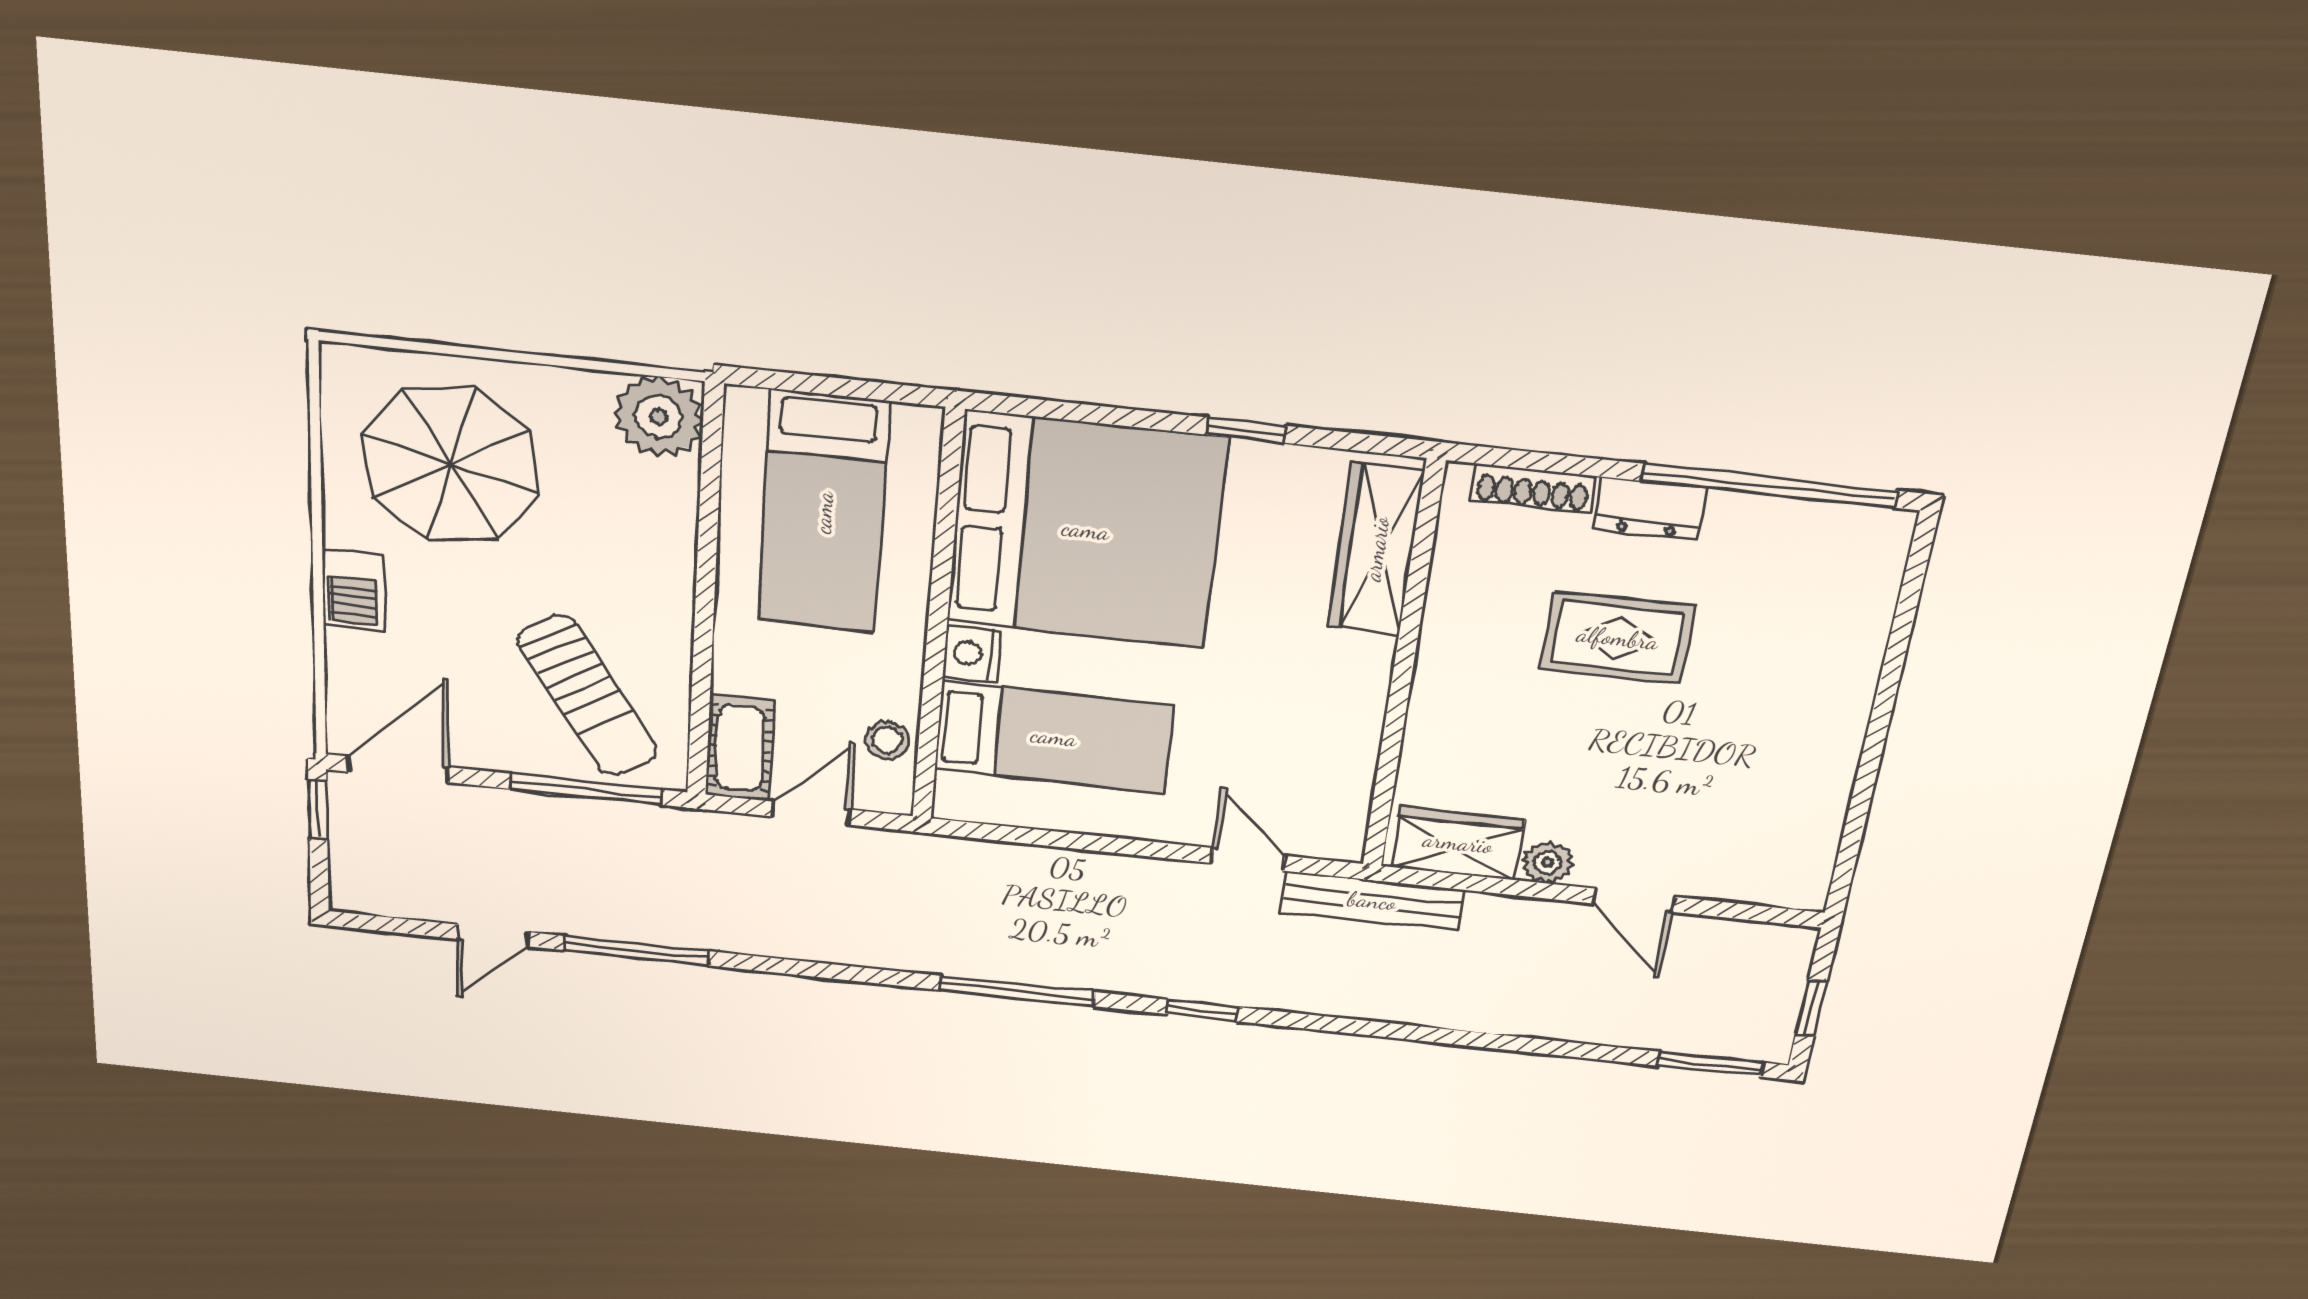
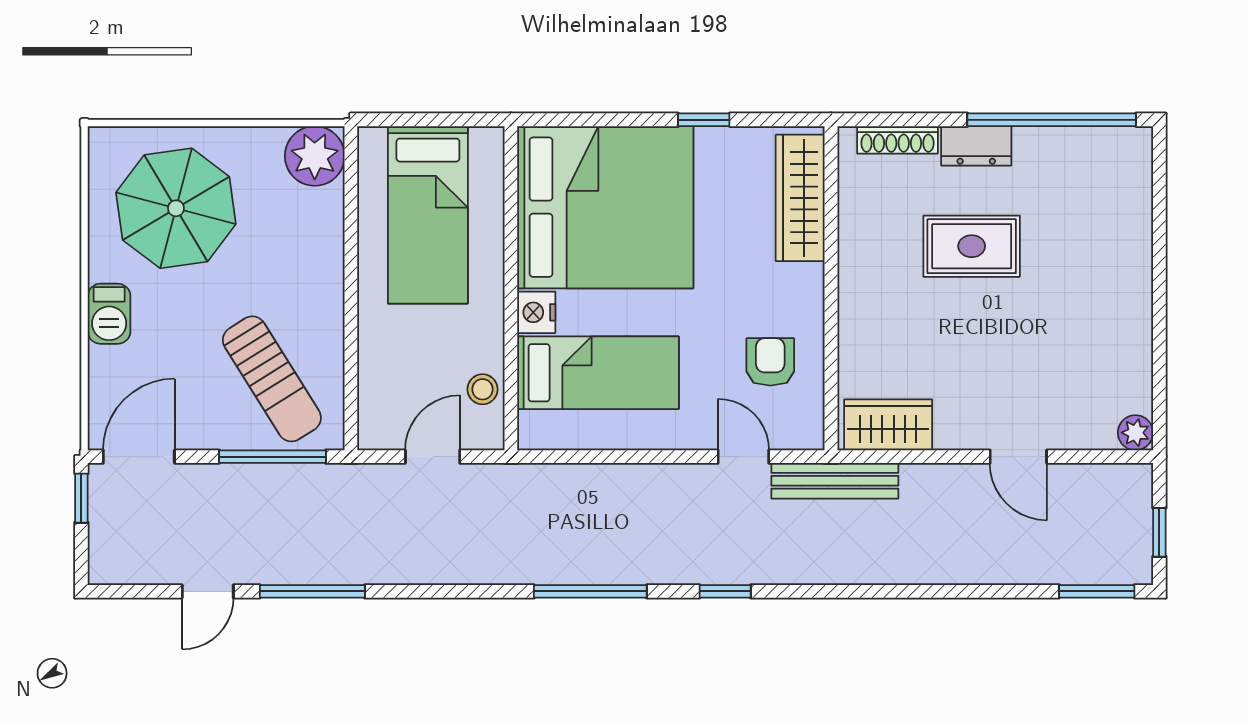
cot: (740, 748) -> (380, 409), removed
armchair: (1302, 750) -> (770, 362), added
plant: (1548, 863) -> (1135, 433), moved

